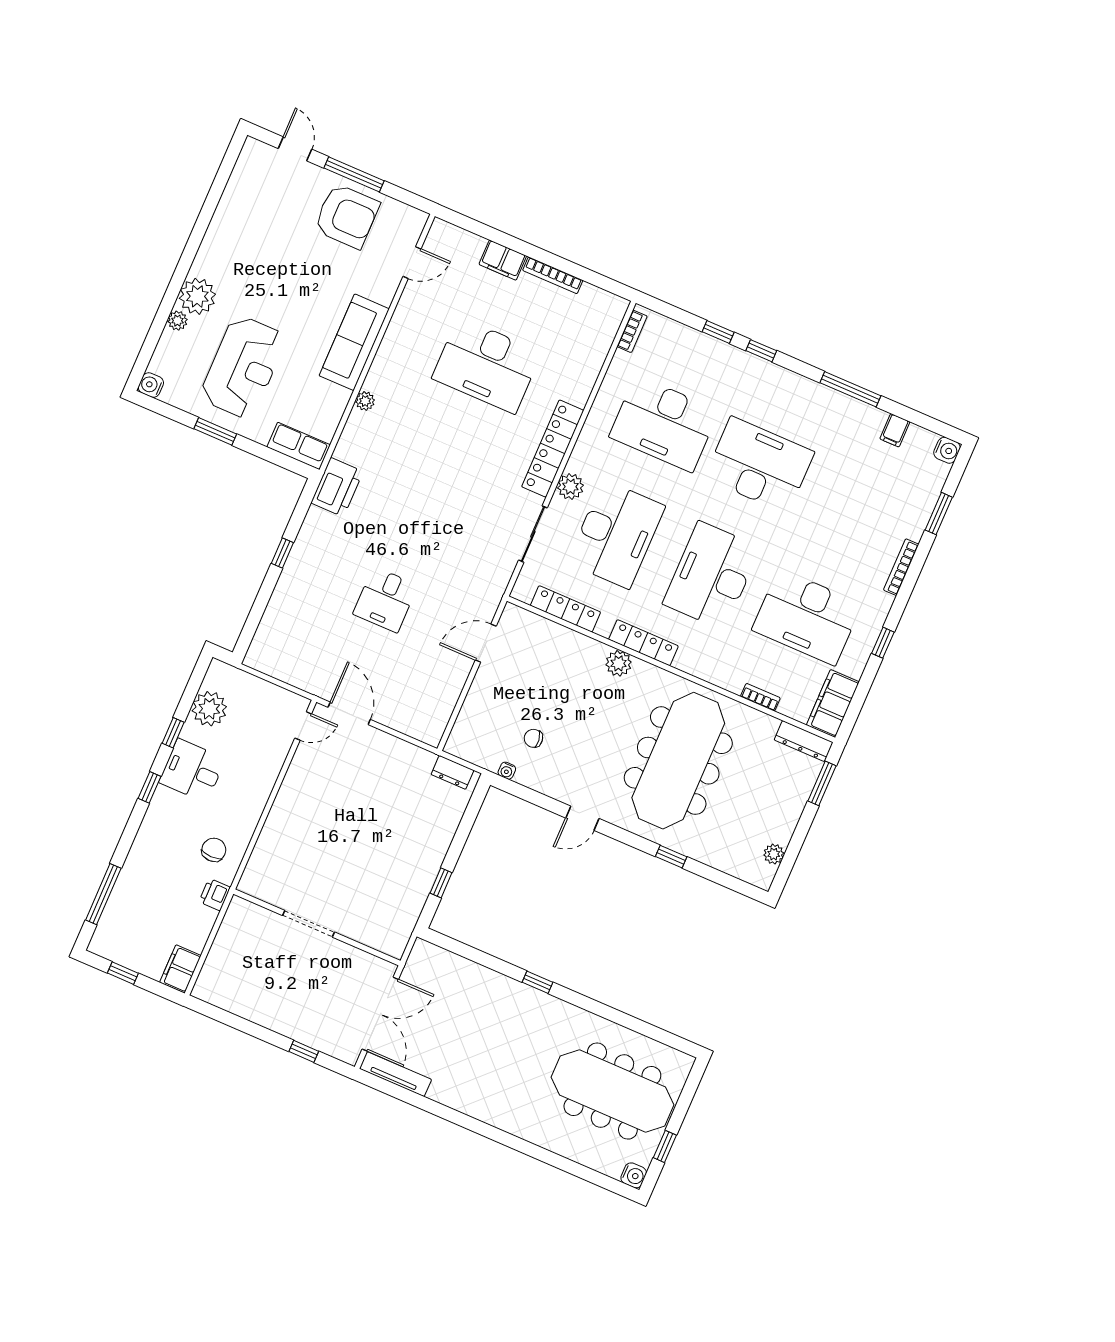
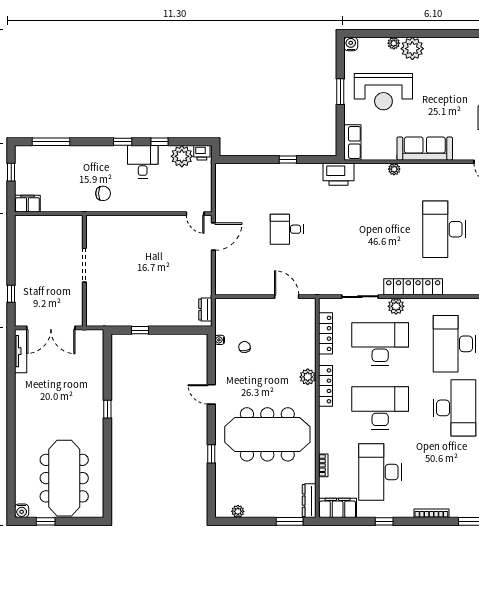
desk: (616, 534) -> (380, 344), turned 180
printer: (215, 894) -> (202, 153), moved, turned 180

